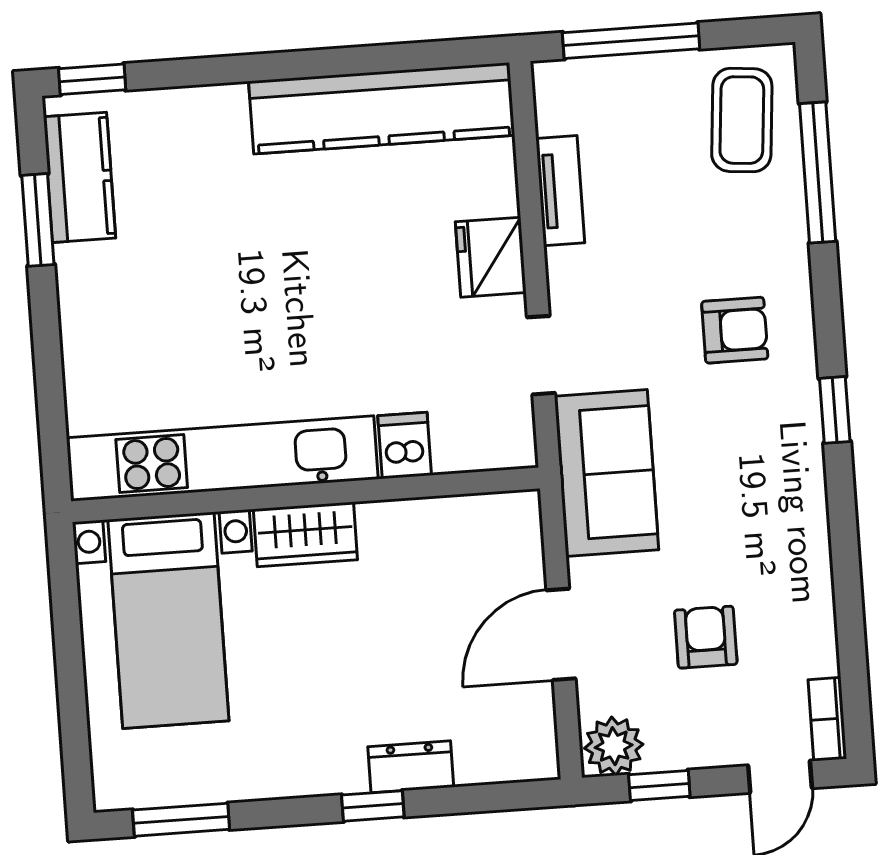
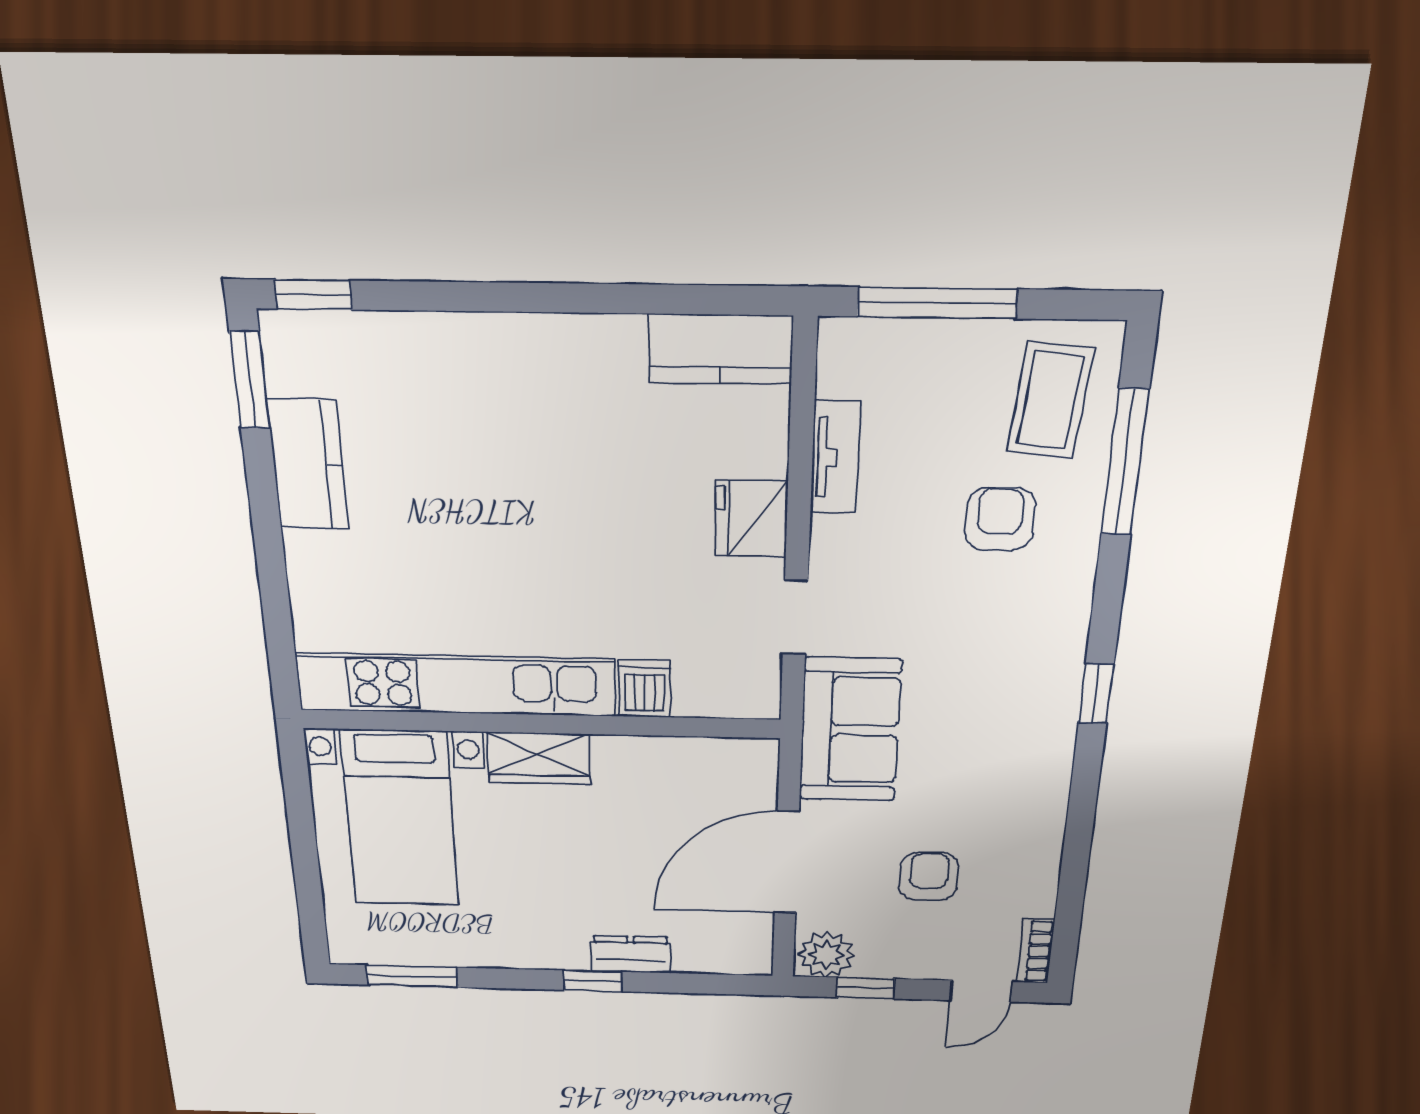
kitchen counter: (382, 108) -> (721, 349), width x0.48, depth x0.86
kitchen counter: (79, 177) -> (308, 465), moved
window: (38, 220) -> (250, 380), moved
armchair: (735, 330) -> (1000, 519), moved, turned -90
door: (561, 634) -> (787, 863), width x1.36

